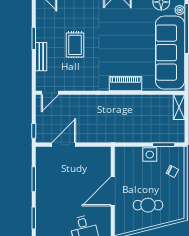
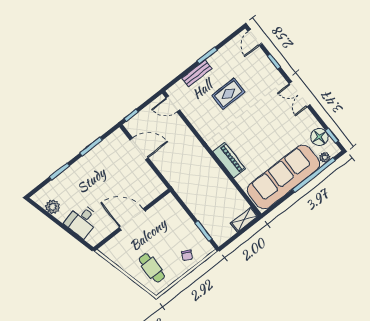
side table: (150, 155) -> (186, 226), removed
cafe table: (148, 205) -> (152, 268), moved

